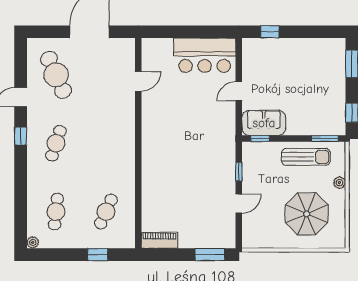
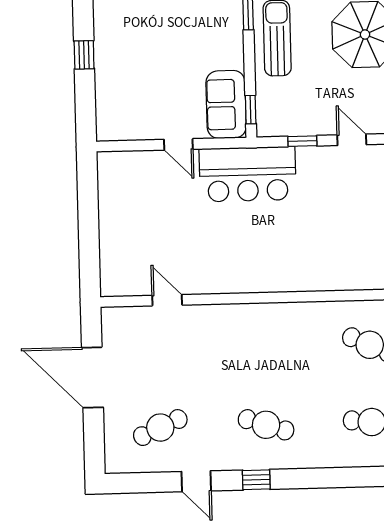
window: (270, 32) -> (84, 55), moved
bar counter: (205, 55) -> (248, 174), moved, turned 90
cafe table: (56, 75) -> (160, 428), width x0.73, depth x0.74

